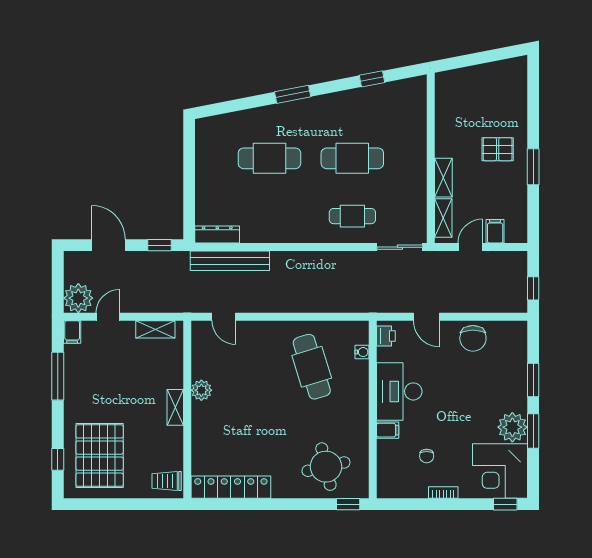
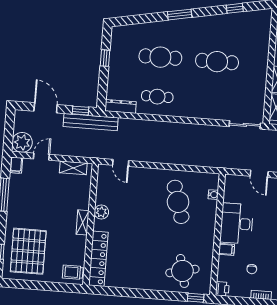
window: (189, 166) -> (105, 58), added
cafe table: (352, 216) -> (157, 97), moved
bench: (230, 261) -> (91, 122), moved
printer: (386, 336) -> (222, 289), moved
locker: (231, 487) -> (98, 259), moved, turned 90

